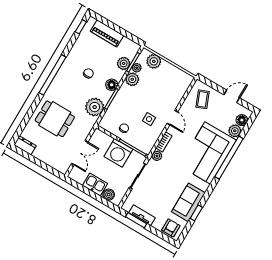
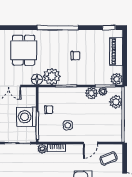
plant: (124, 63) -> (117, 79), moved
floor lamp: (112, 85) -> (37, 79), moved
door: (172, 118) -> (91, 143), moved

